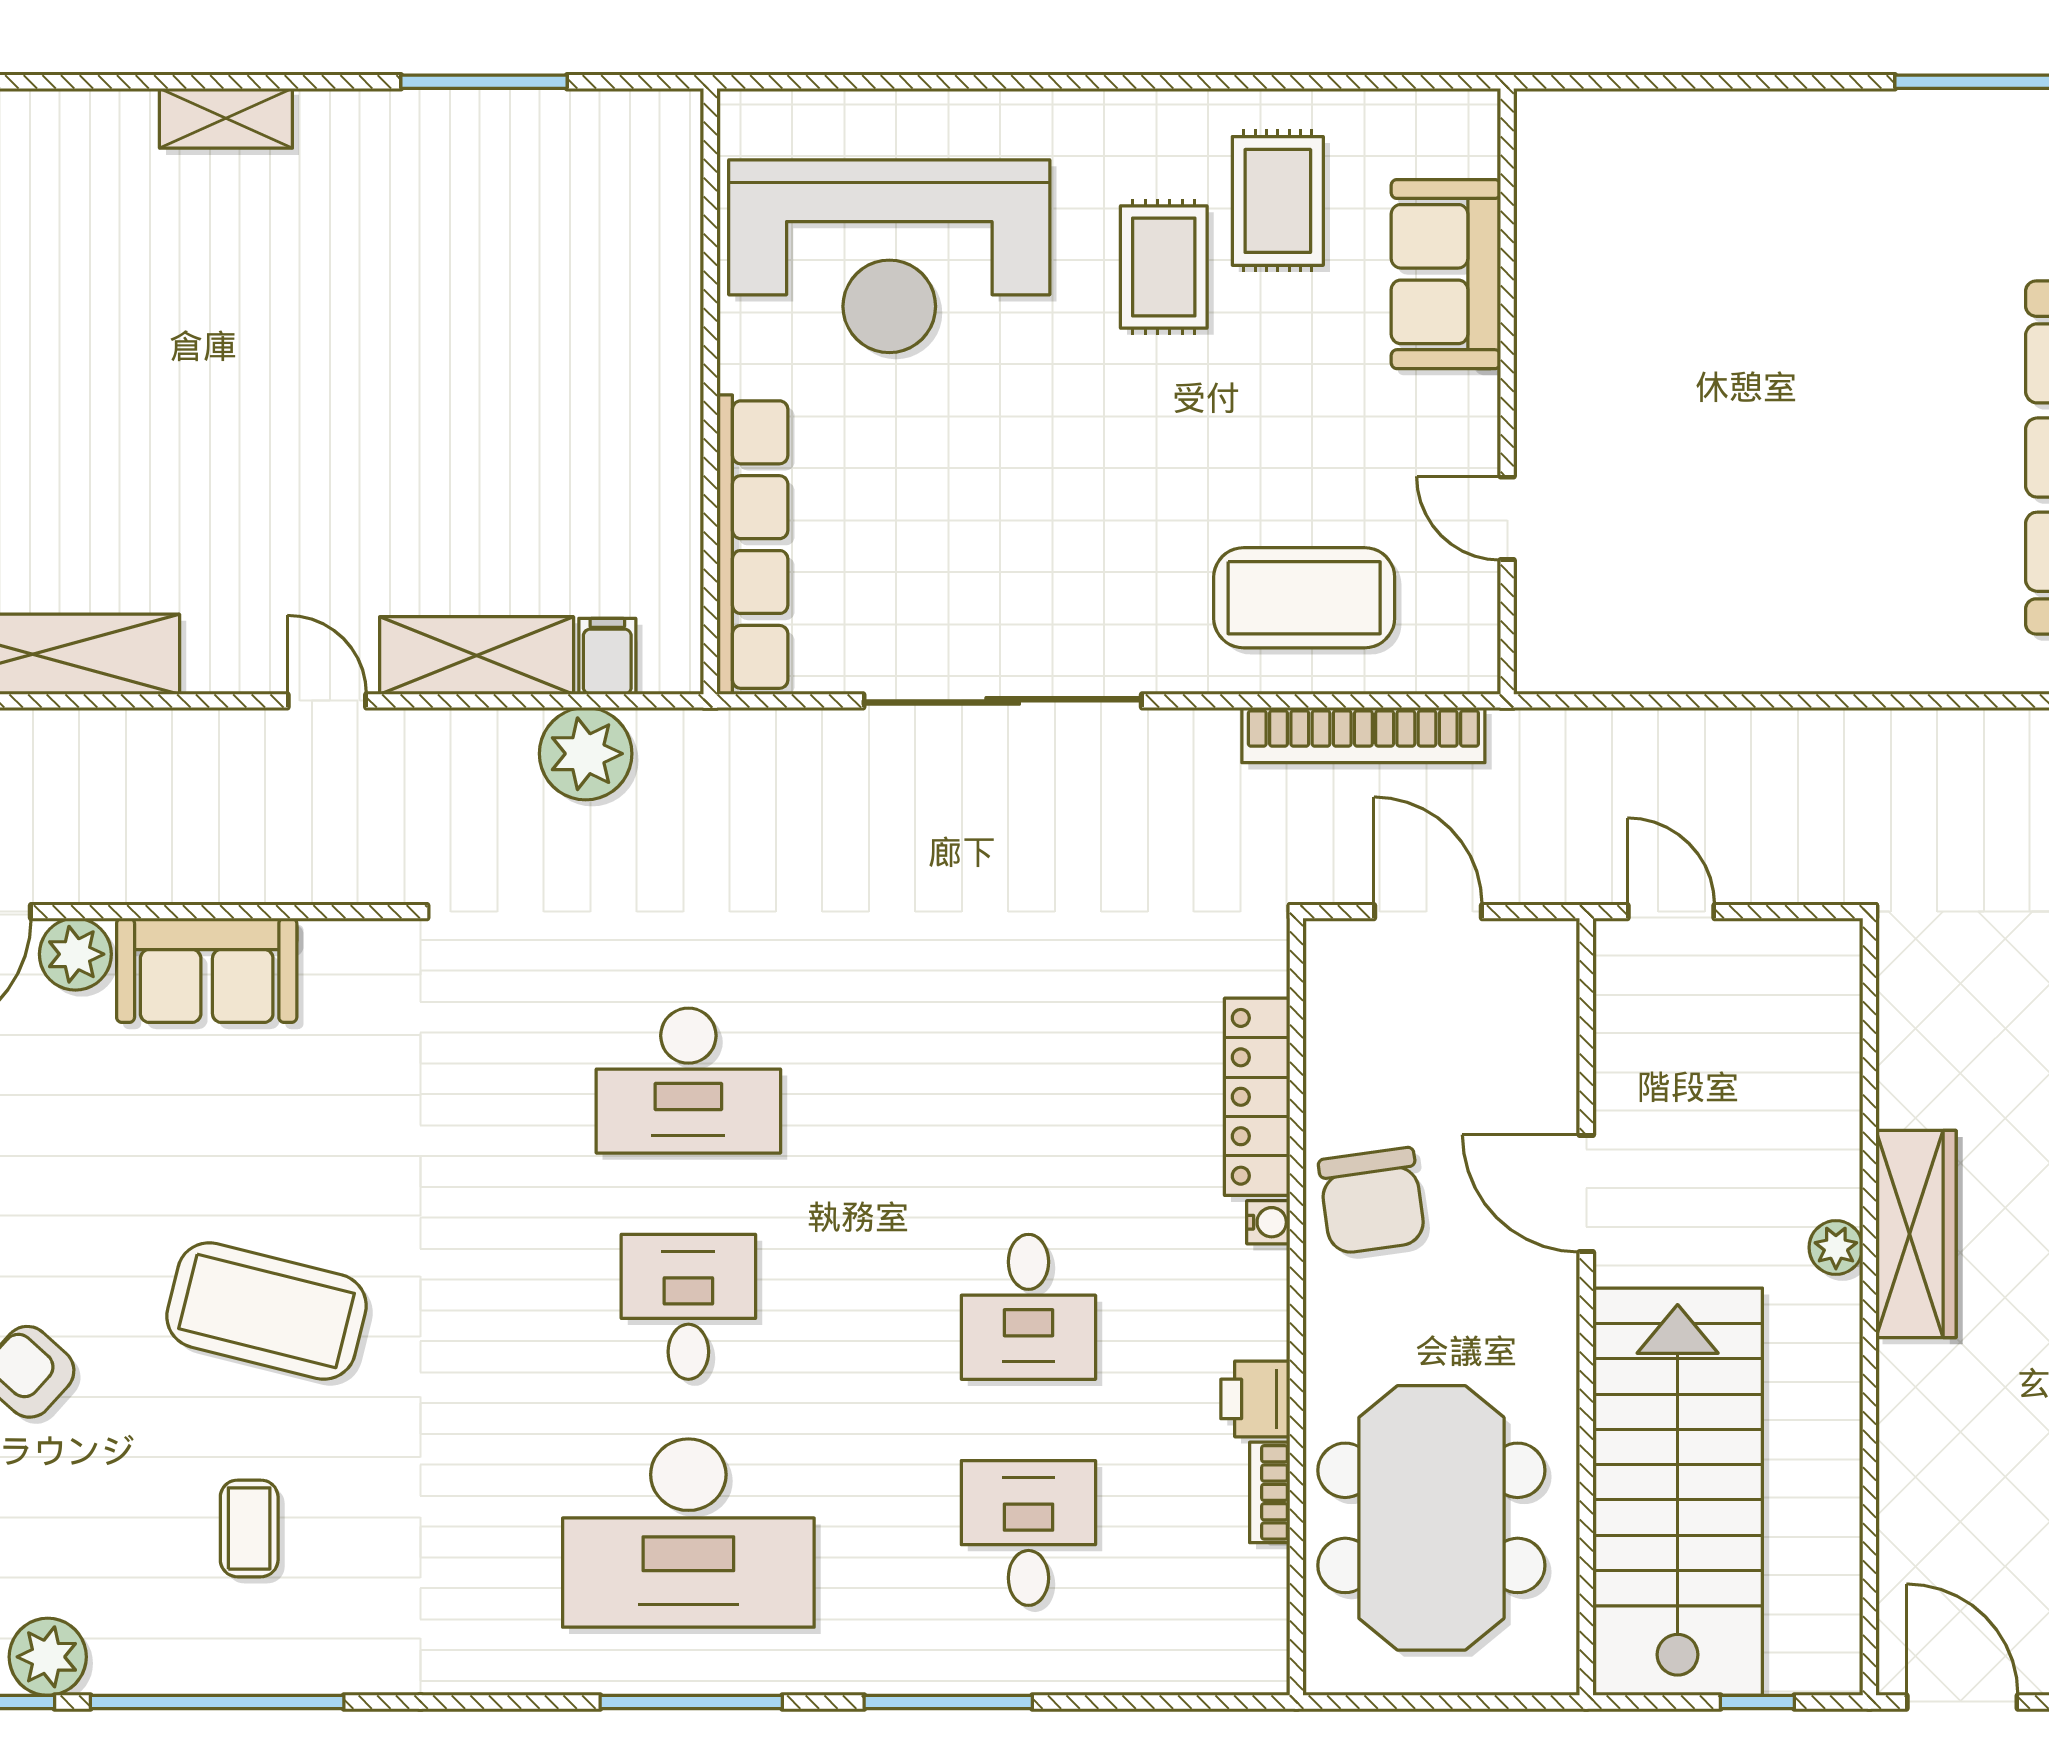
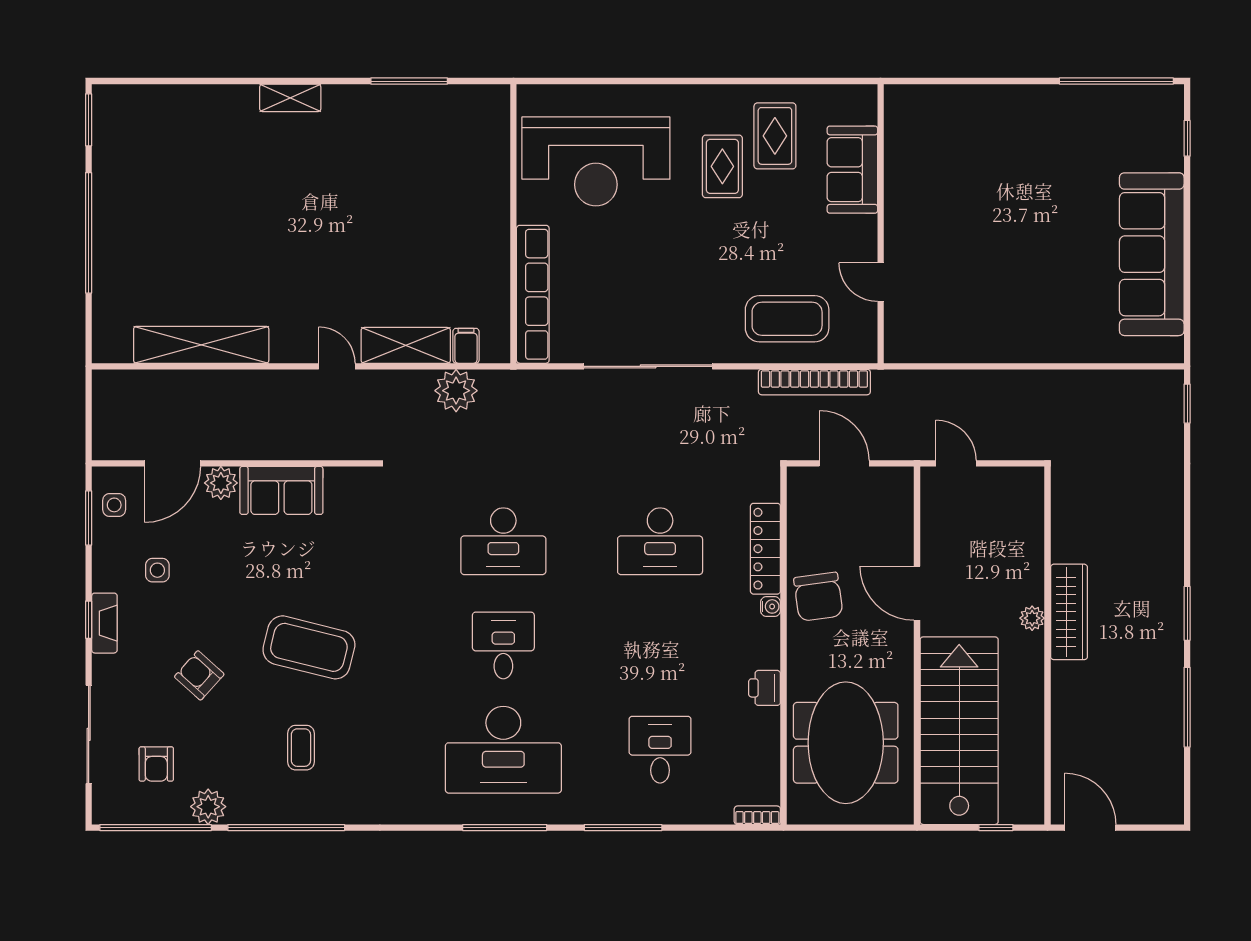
desk: (1028, 1307) -> (660, 541), moved, width x1.37
bookcase: (1270, 1492) -> (757, 815), moved, turned 90

